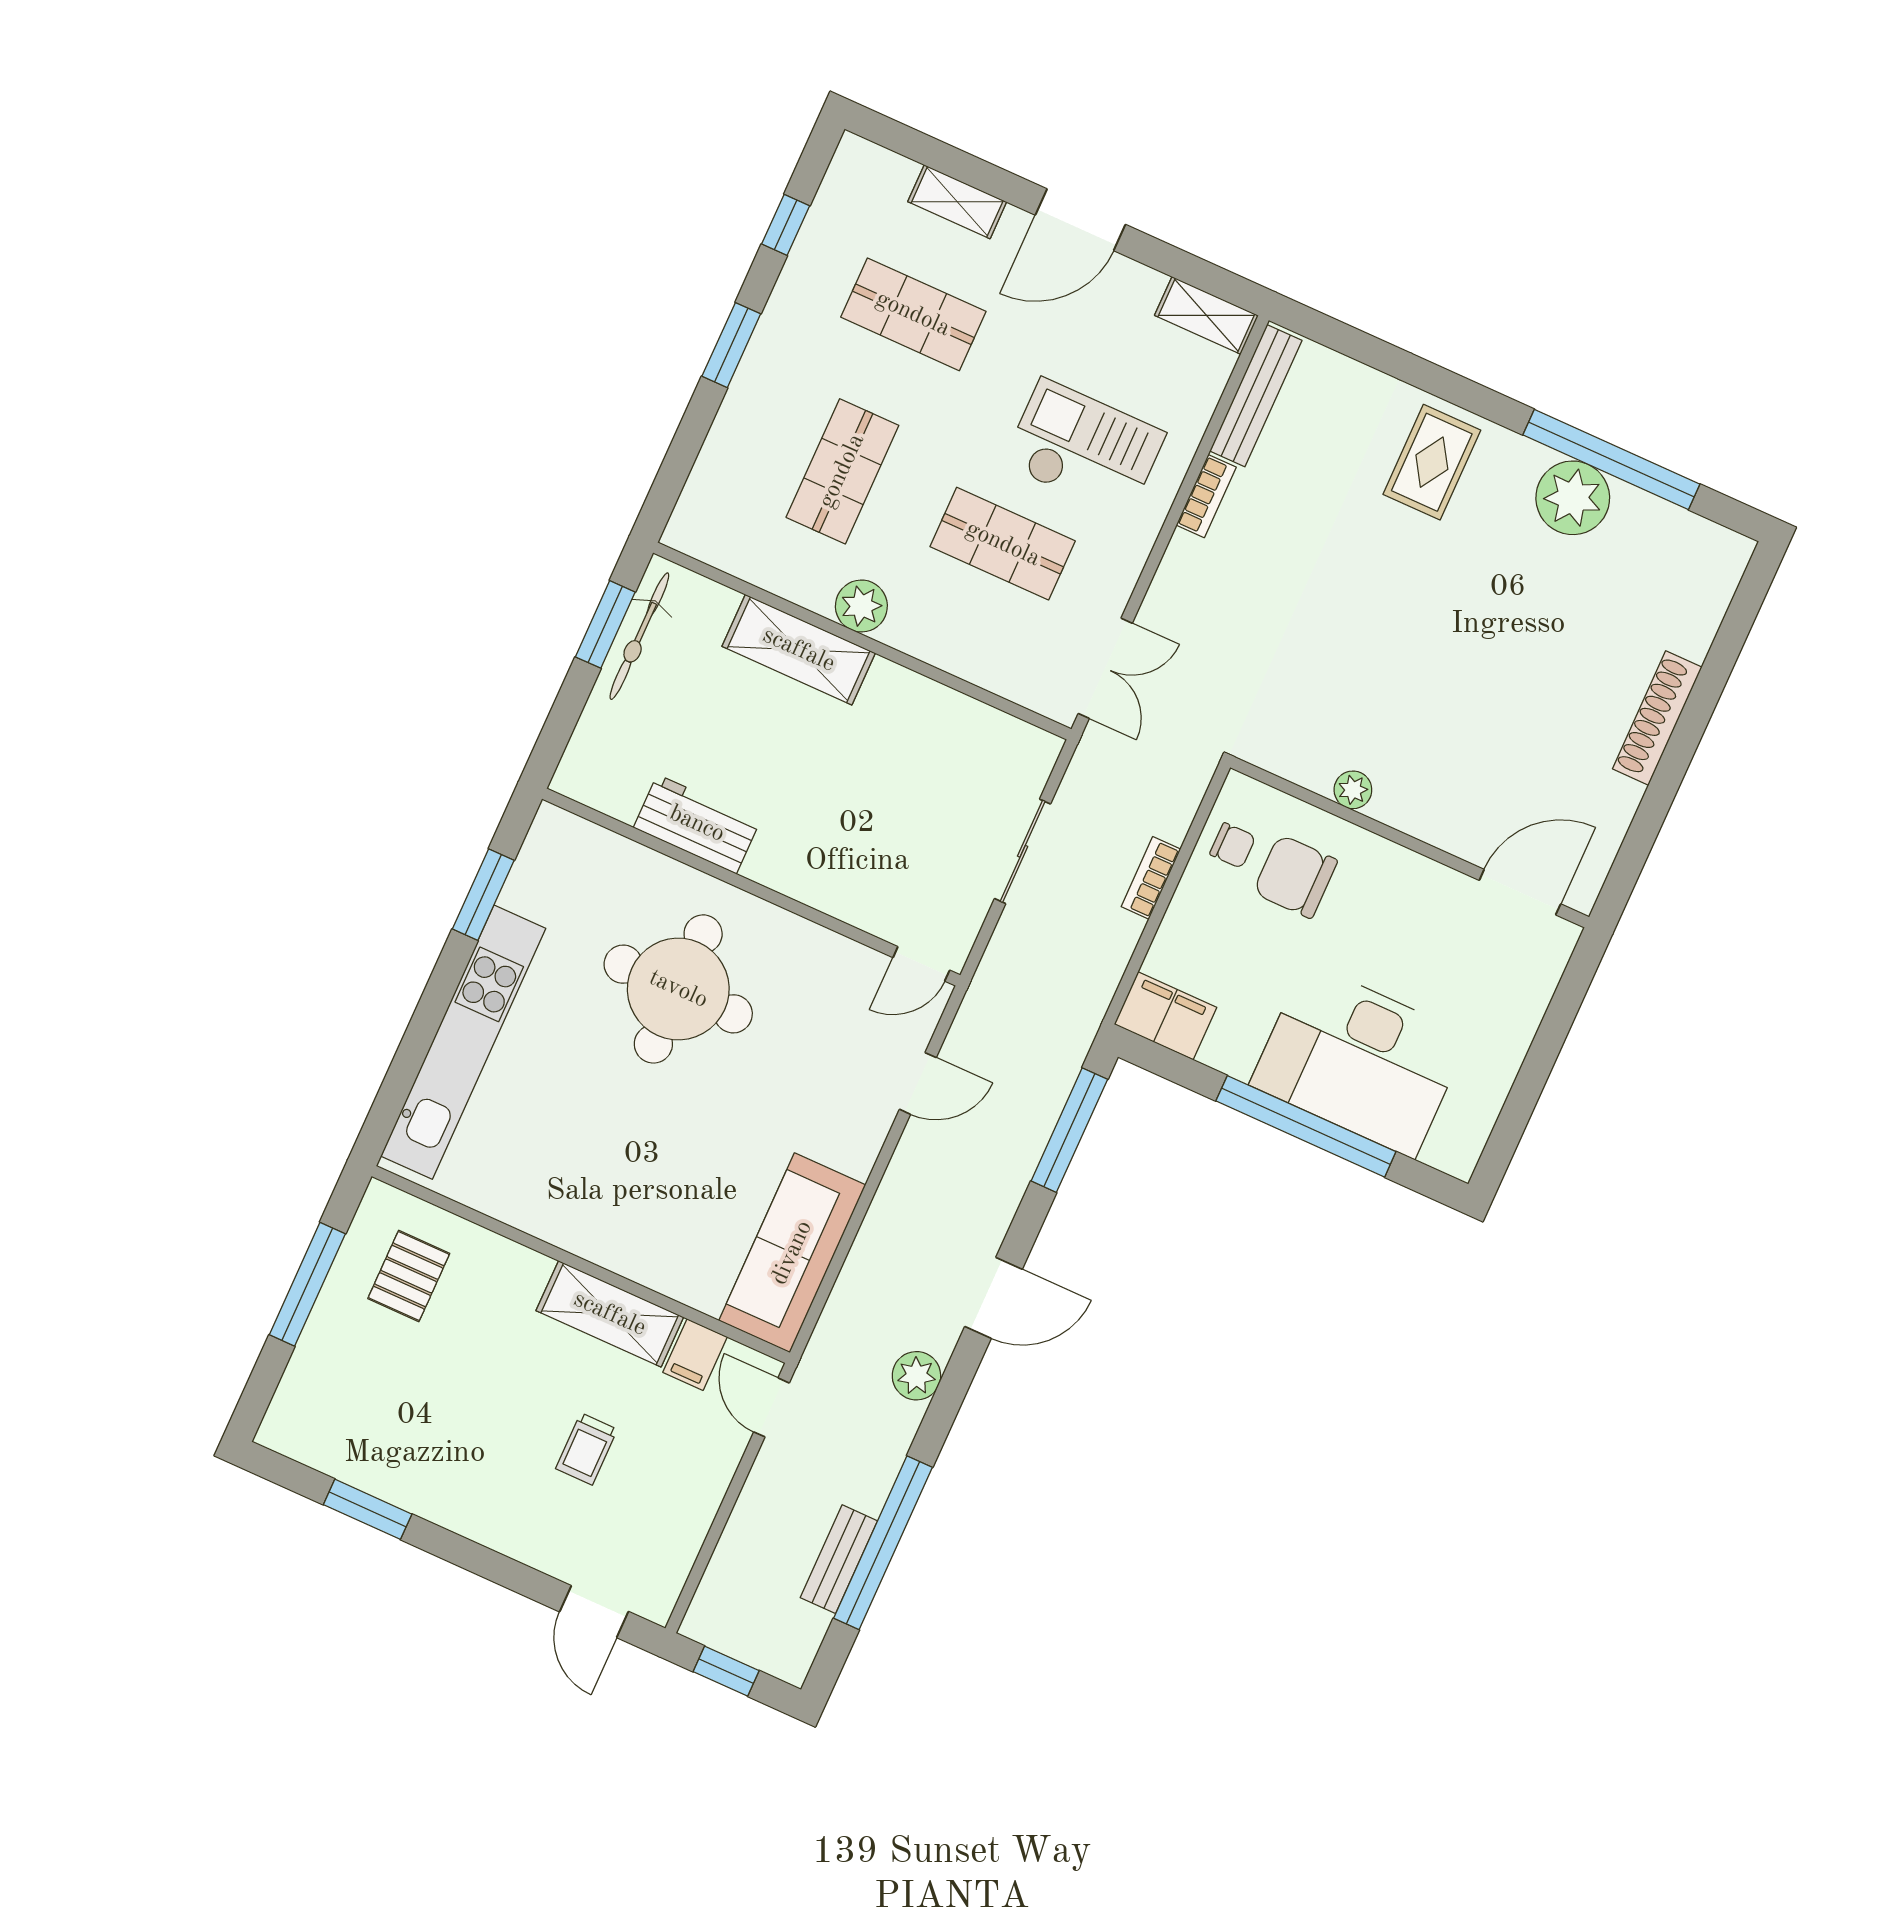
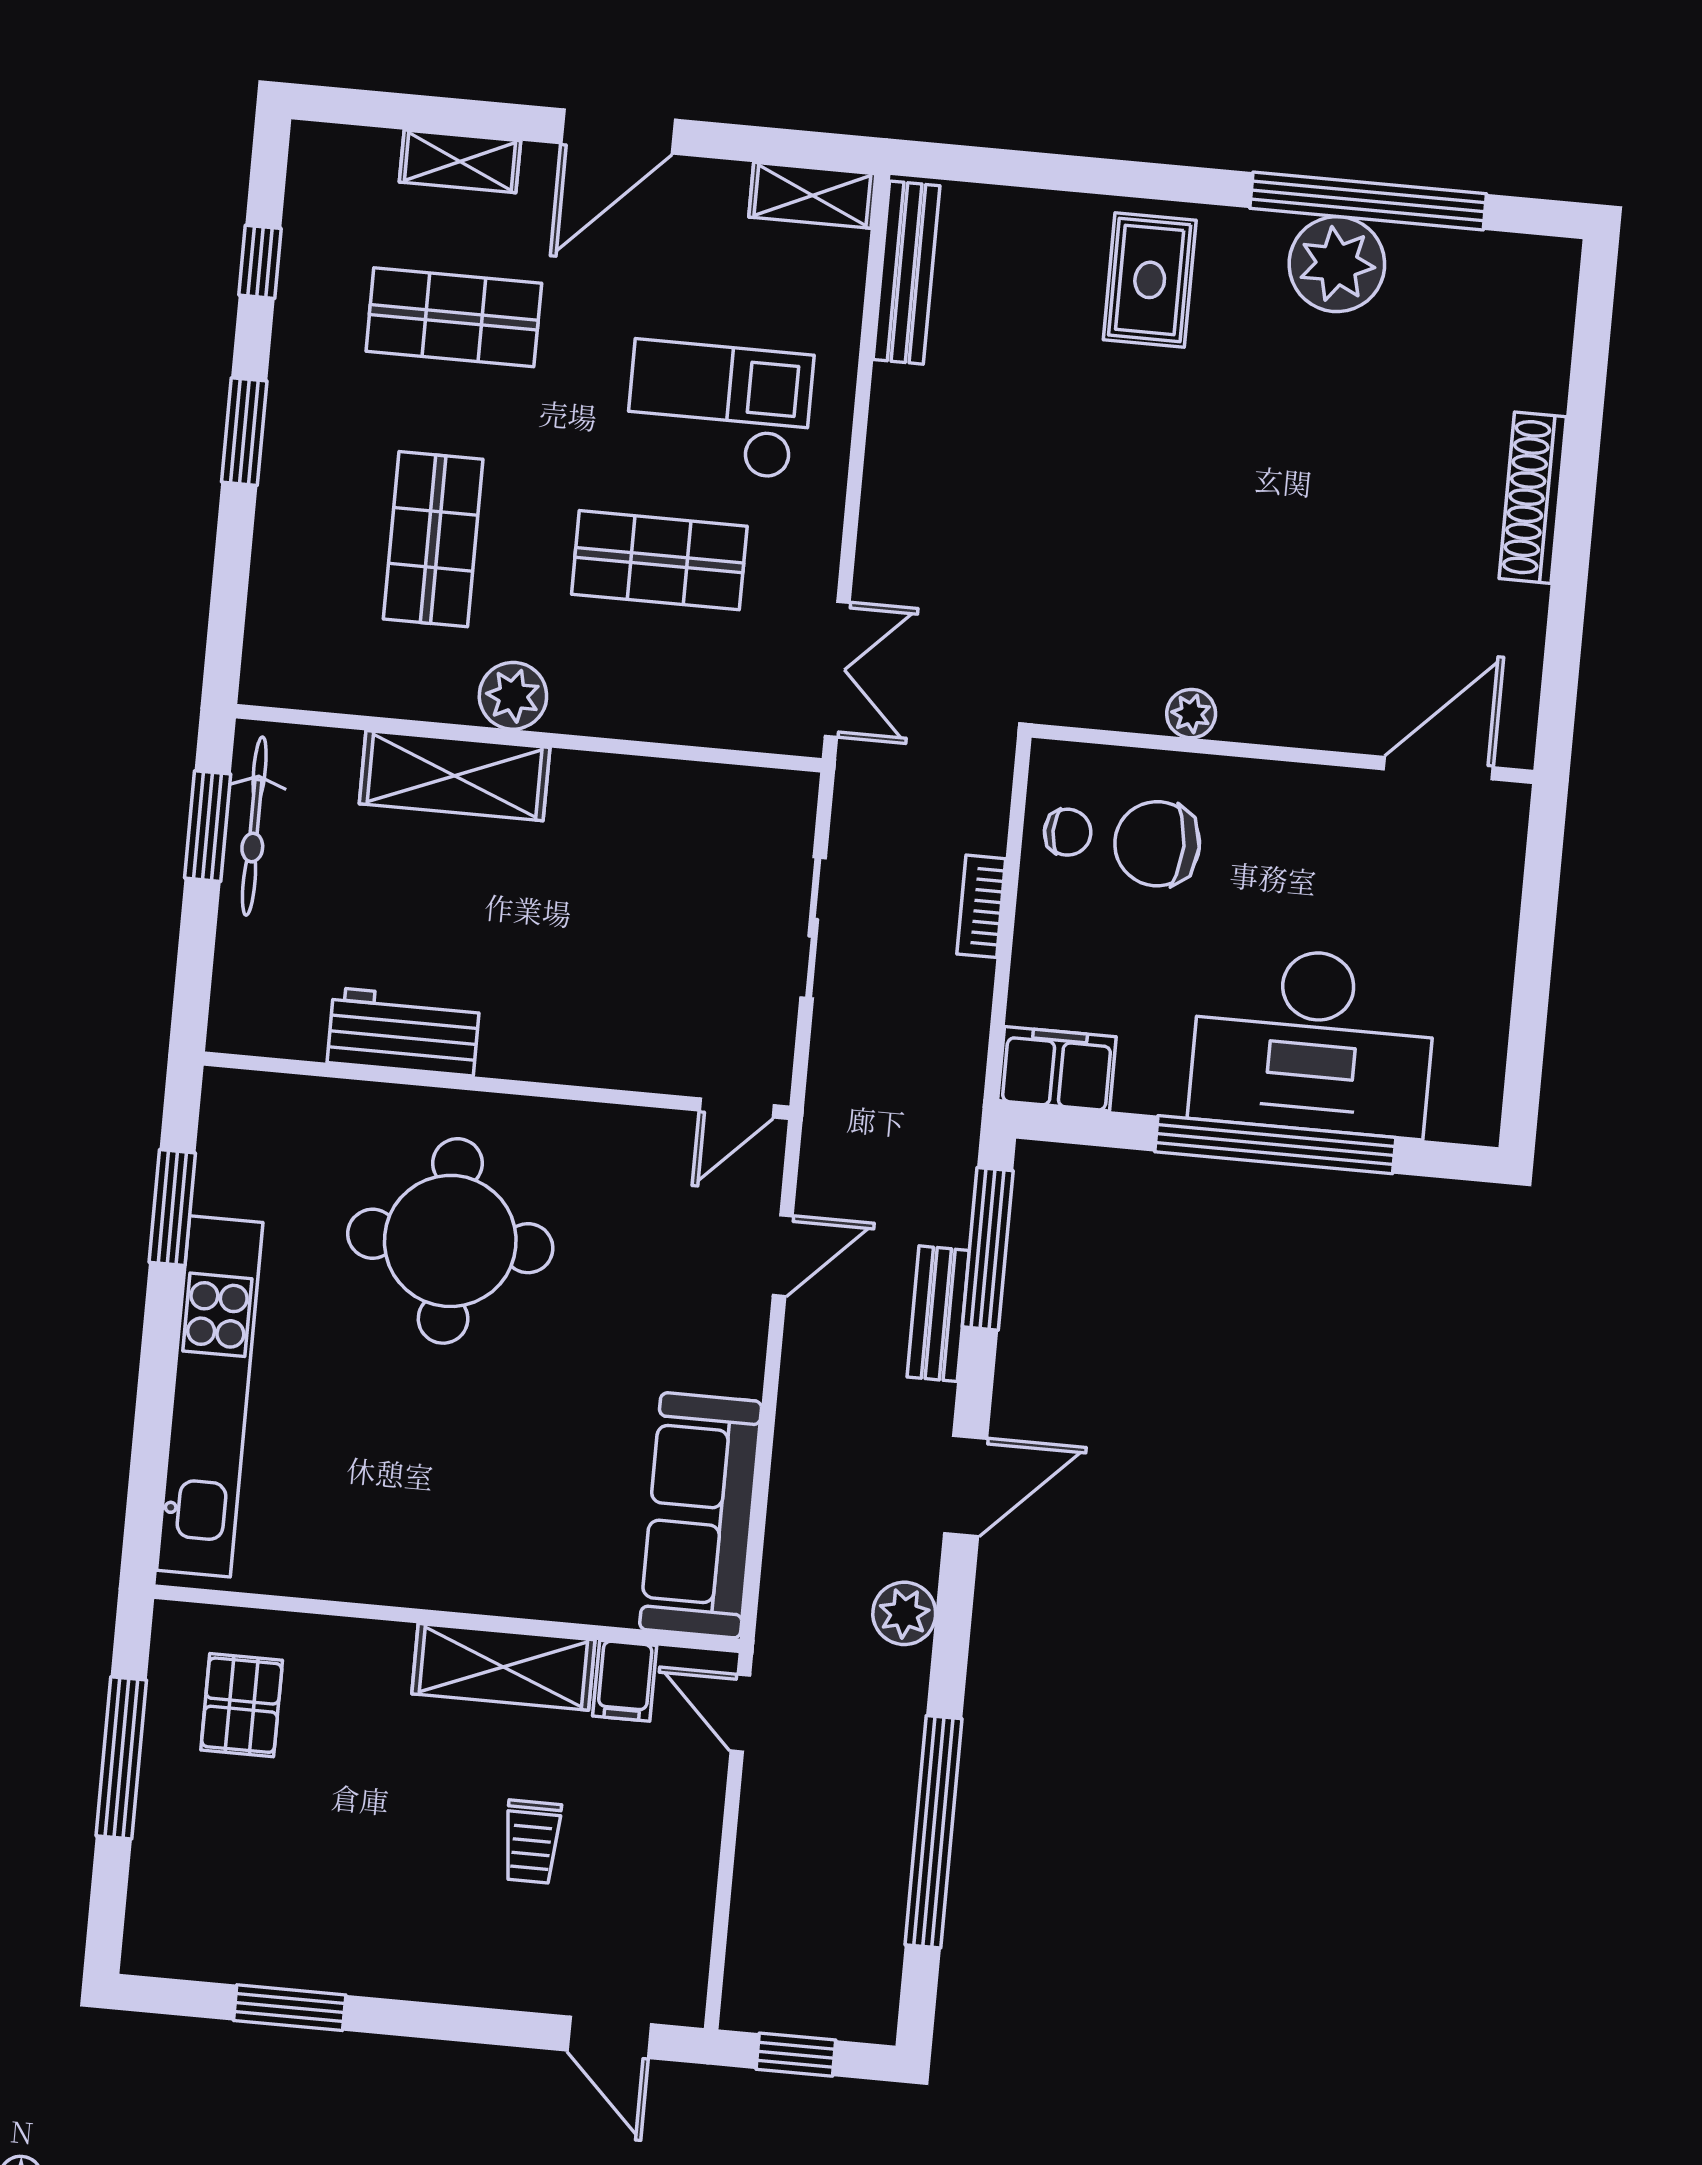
bookcase: (1206, 496) -> (888, 416), removed
bench: (839, 1559) -> (938, 1314), moved

